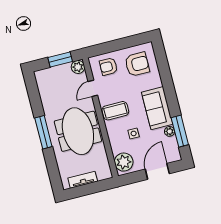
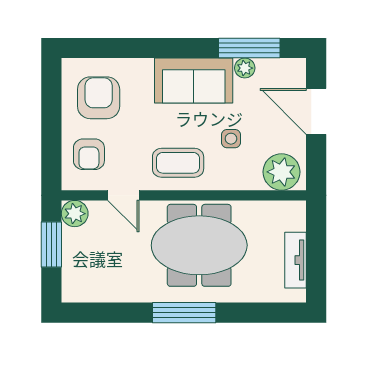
coffee table: (115, 111) -> (178, 163), turned 90

